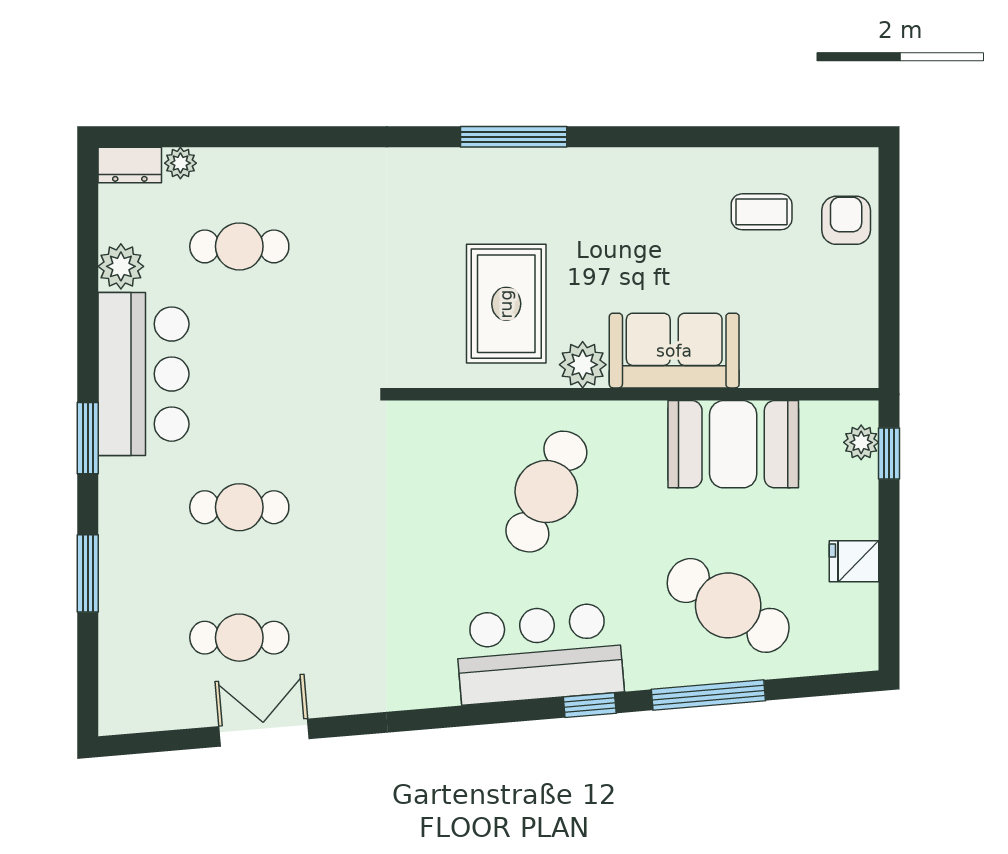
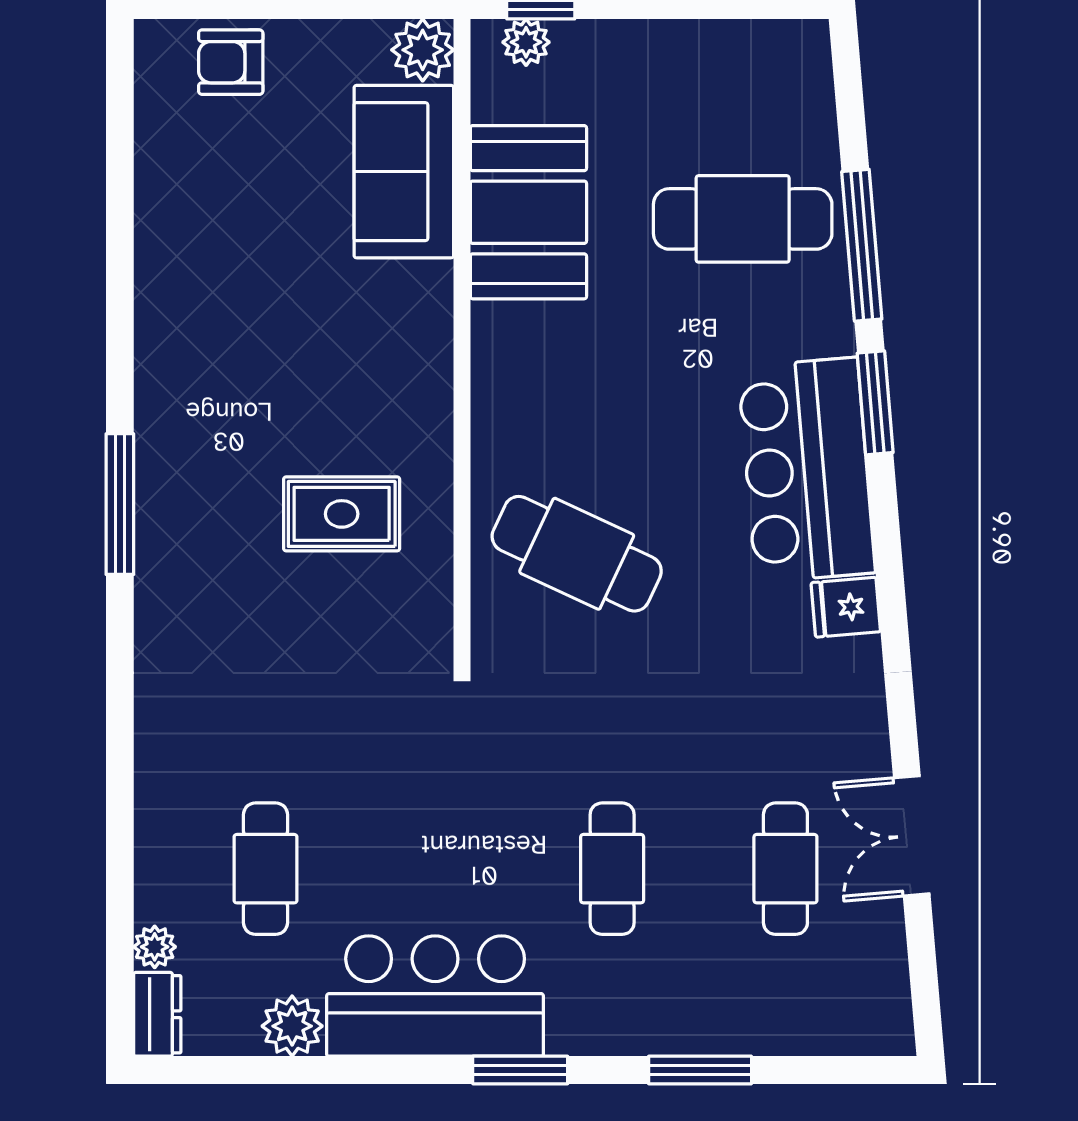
coffee table: (762, 212) -> (219, 175), removed
rug: (506, 304) -> (342, 514), width x0.73, depth x0.70
sofa: (674, 351) -> (404, 172), moved
plant: (583, 365) -> (423, 50), moved
cafe table: (546, 492) -> (577, 554), moved
fridge: (854, 561) -> (846, 607), moved, turned 85
cafe table: (728, 605) -> (743, 219), turned 58
window: (590, 705) -> (875, 403), width x1.50

